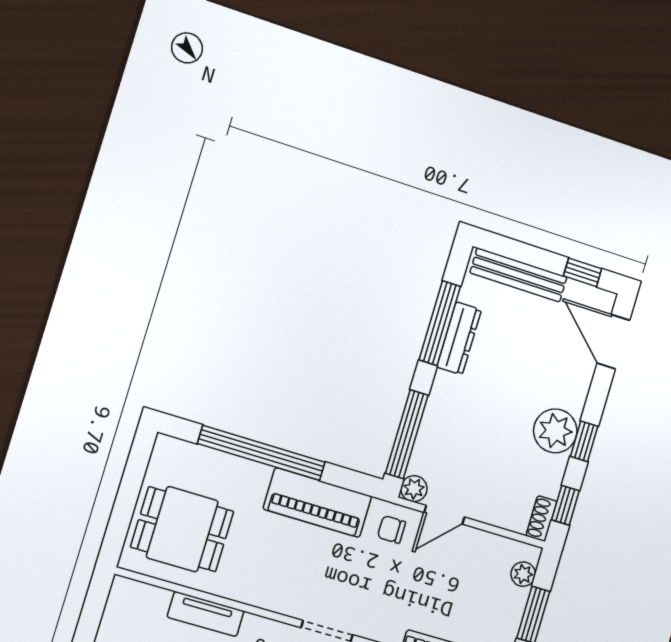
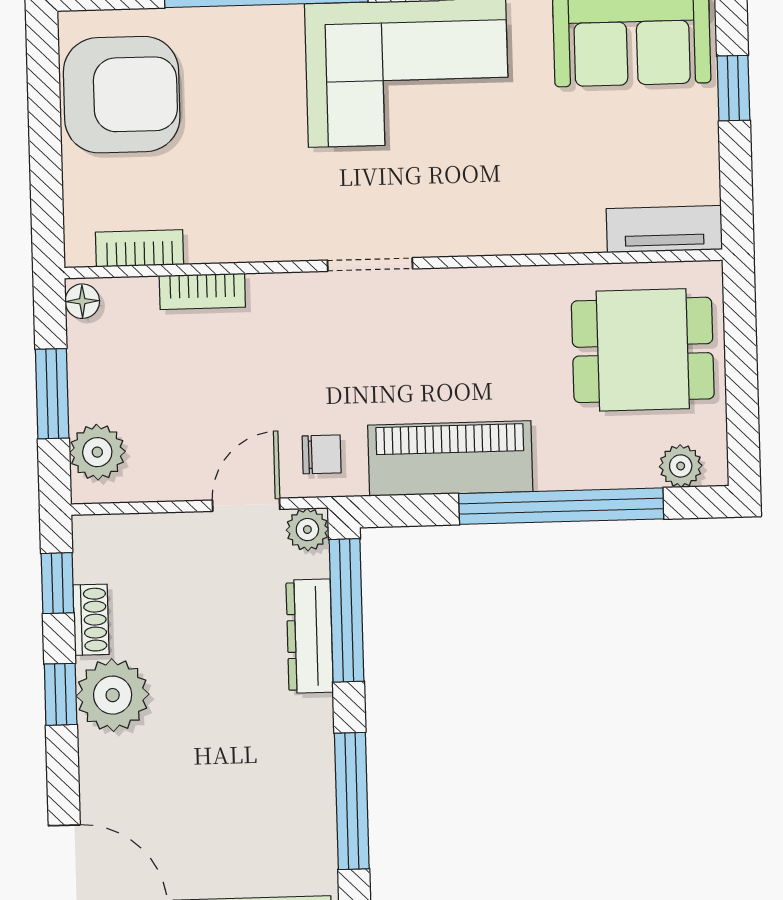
dresser: (459, 338) -> (310, 636), moved
plant: (182, 453) -> (681, 466), added
shoe rack: (542, 519) -> (91, 620), moved
plant: (523, 574) -> (97, 452), width x1.38, depth x1.38
tv unit: (206, 614) -> (664, 229), moved

